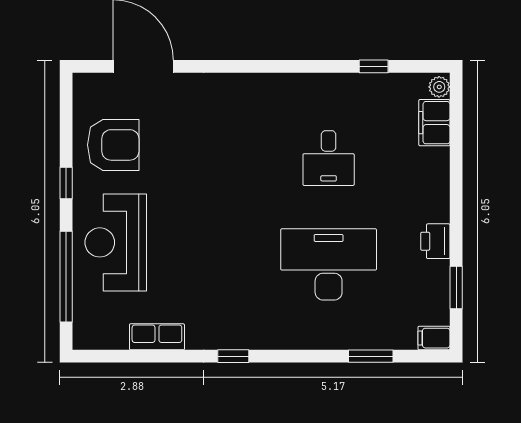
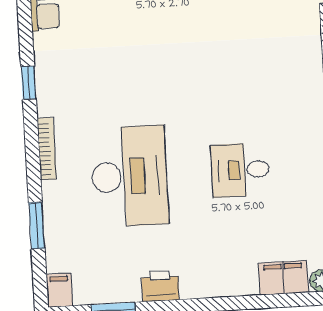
bookcase: (298, 342) -> (47, 149), added

